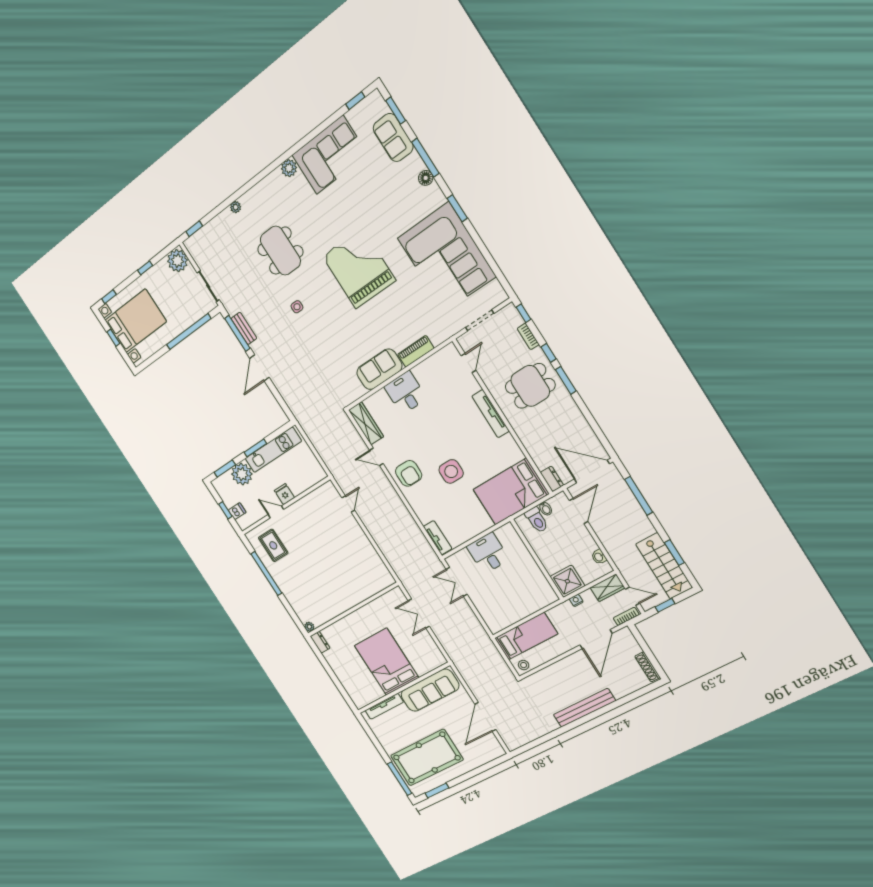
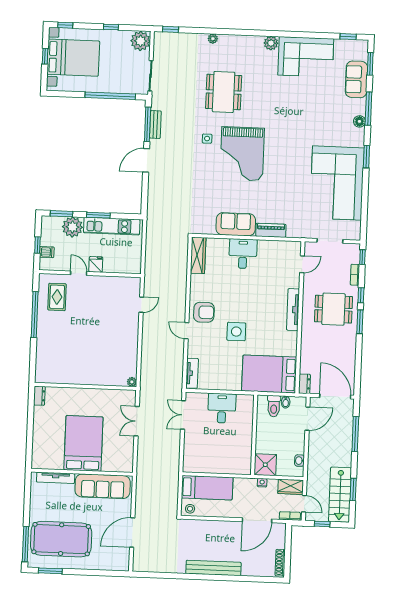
grand piano: (359, 268) -> (242, 154), moved, turned 180
door: (376, 457) -> (186, 331), moved
armchair: (409, 473) -> (204, 312), turned -90
plant: (309, 627) -> (132, 382), moved

